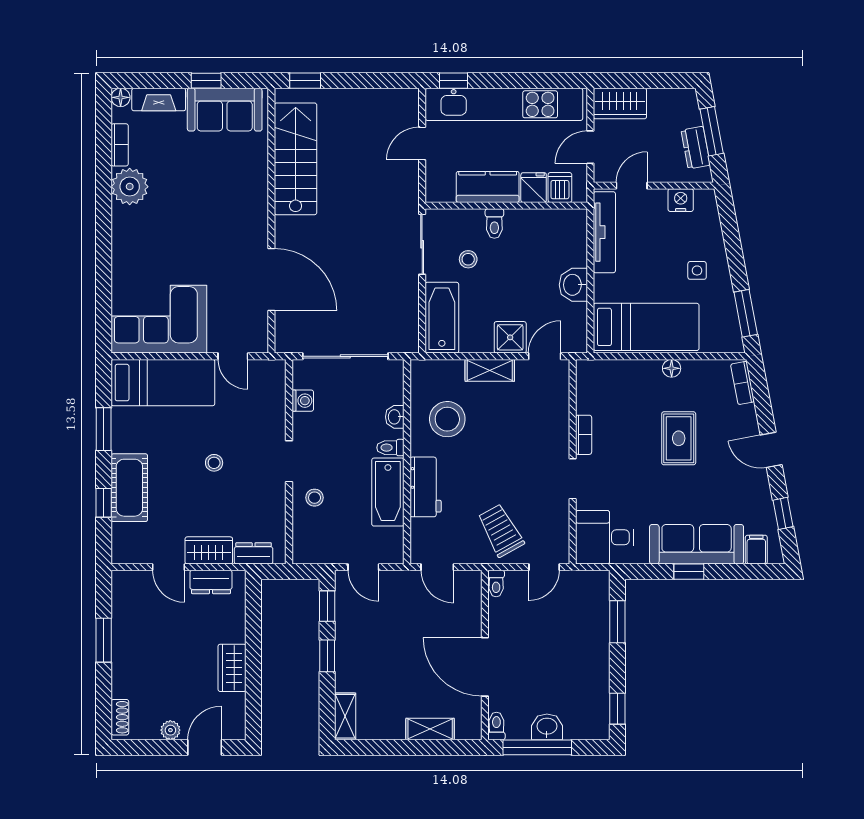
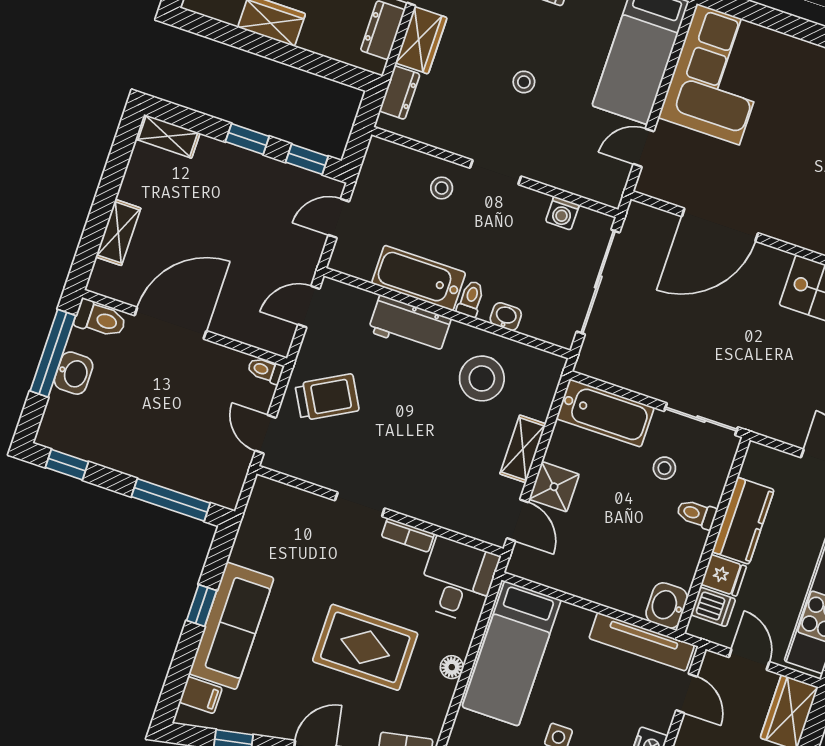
washbasin: (573, 285) -> (667, 606), moved, turned -90
rug: (679, 438) -> (365, 647), width x1.36, depth x1.43
desk: (605, 537) -> (457, 580), moved
window: (617, 622) -> (171, 500), width x1.44
toilet: (496, 726) -> (100, 319), width x1.37, depth x1.39

